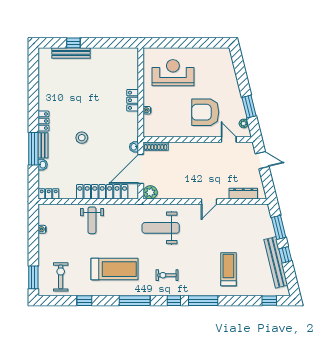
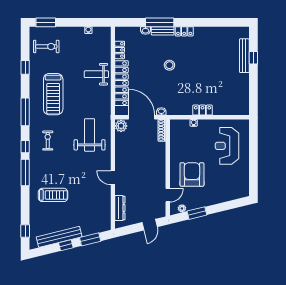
reception desk: (173, 73) -> (227, 146), turned 180
locker: (49, 194) -> (120, 50), moved

